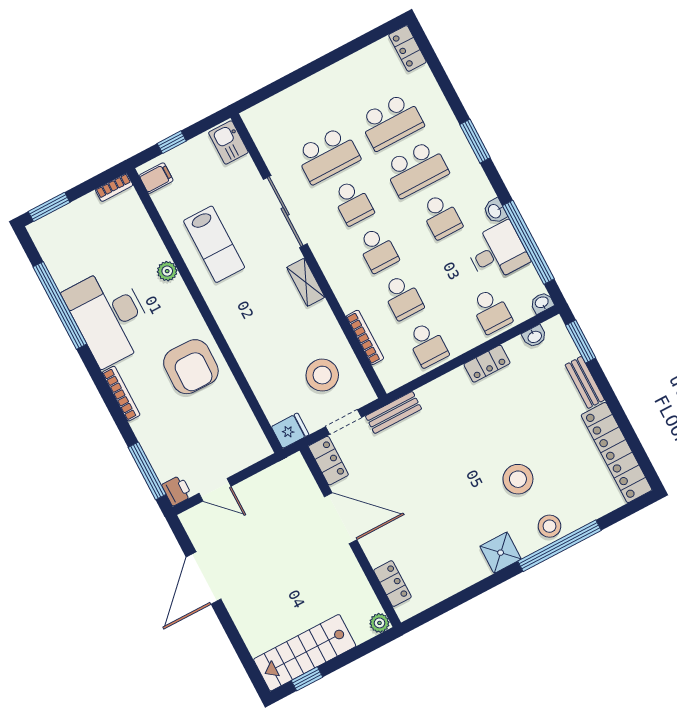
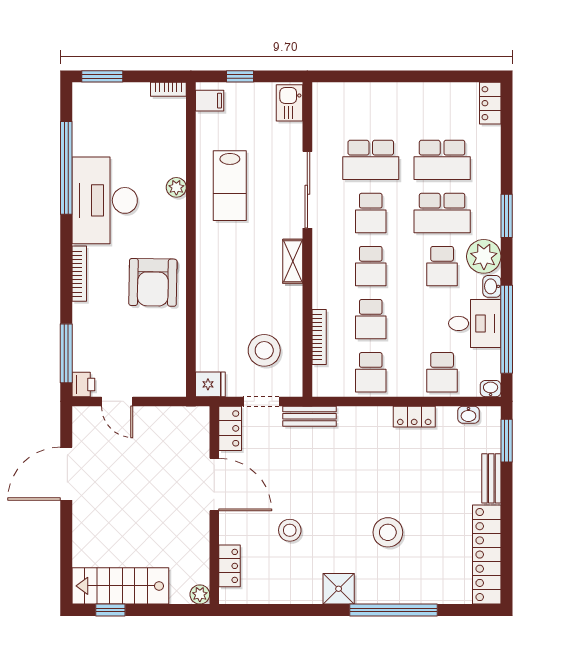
plant: (474, 188) -> (484, 256), added
stool: (550, 526) -> (290, 530), moved

